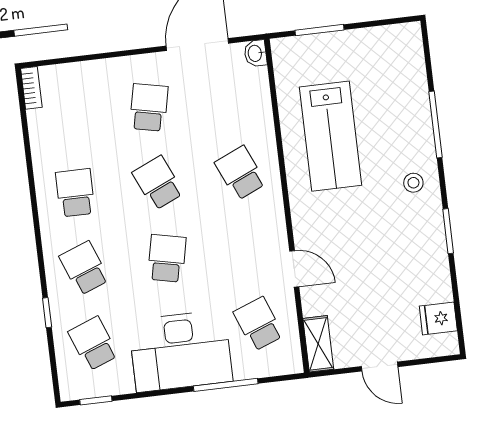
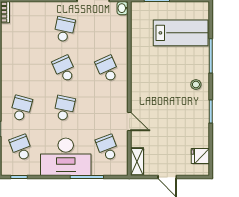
lab bench: (330, 136) -> (181, 33), moved, turned -90
school desk: (75, 193) -> (21, 69), removed
school desk: (84, 268) -> (21, 108), turned 36

